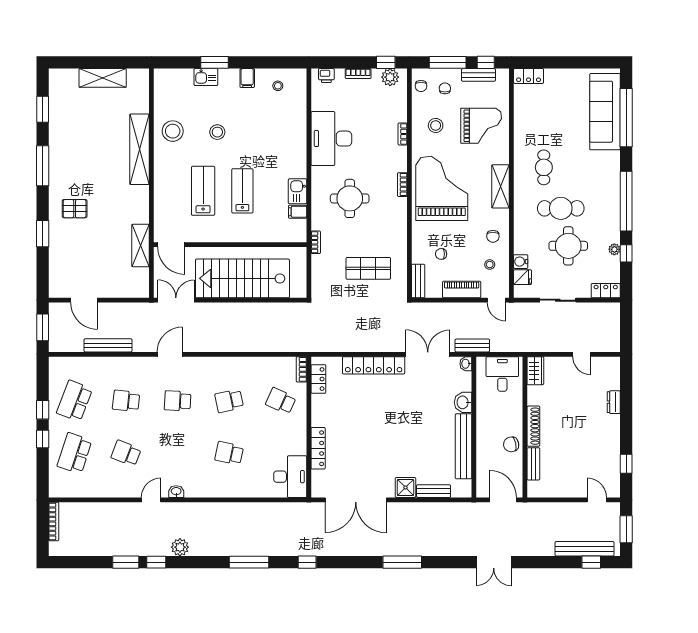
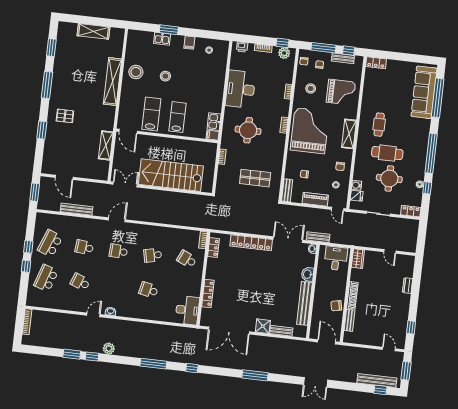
door: (171, 245) -> (128, 131), moved
wall: (230, 245) -> (167, 136), moved

